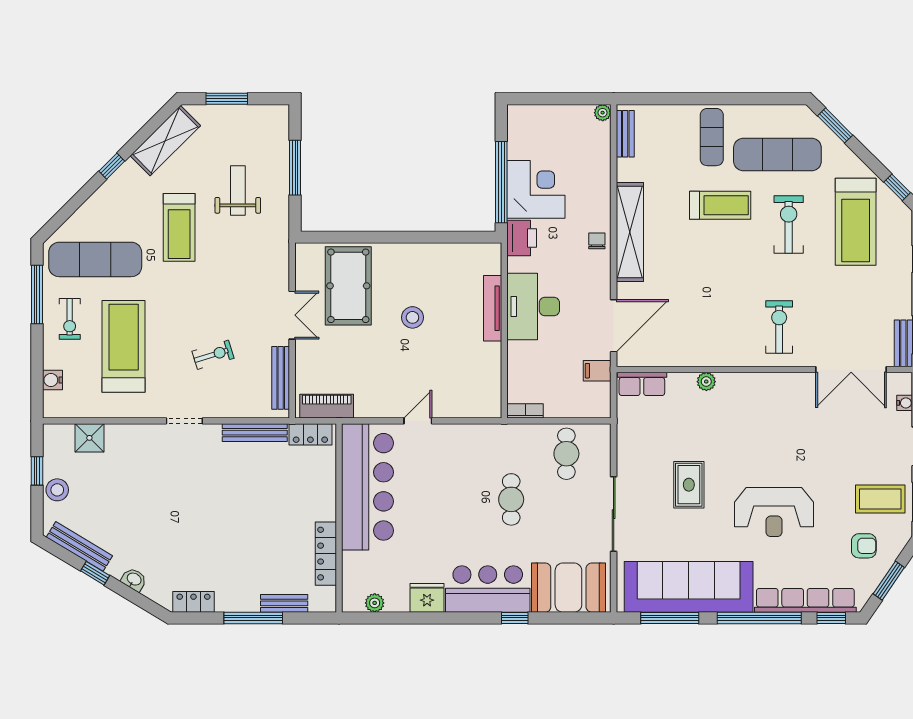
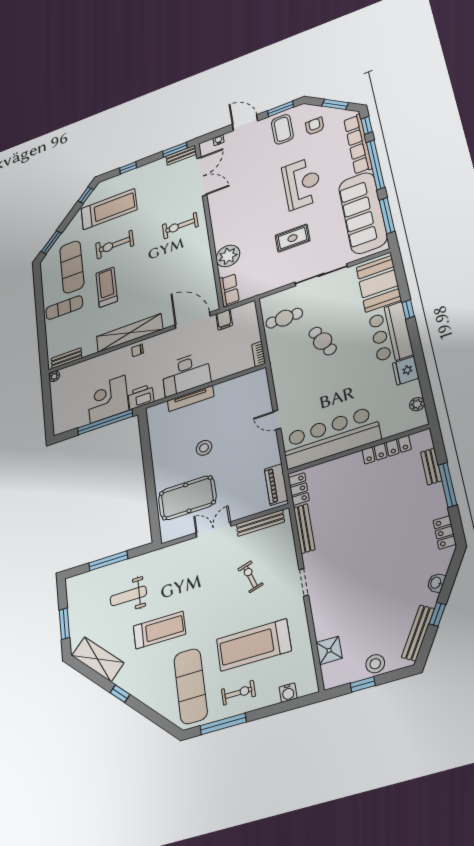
plant: (706, 382) -> (228, 256), width x1.88, depth x1.88
cafe table: (511, 499) -> (323, 341), turned 65

